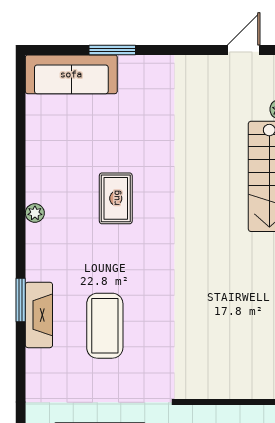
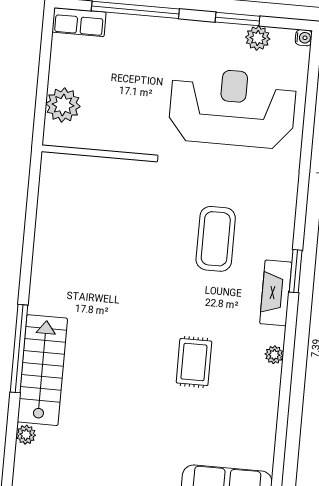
fireplace: (39, 315) -> (276, 293), moved

